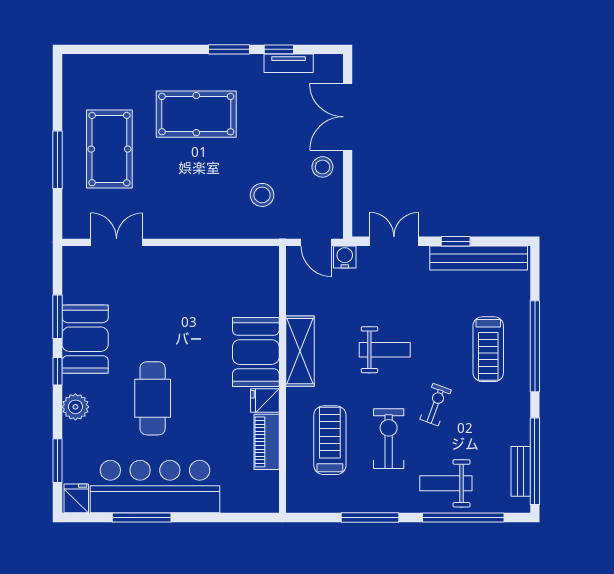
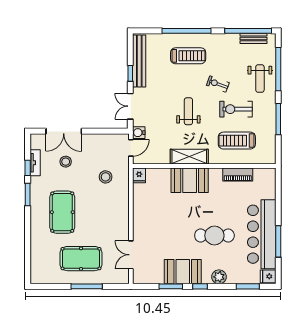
stool: (322, 167) -> (66, 162), moved
fridge: (265, 400) -> (139, 175), moved

